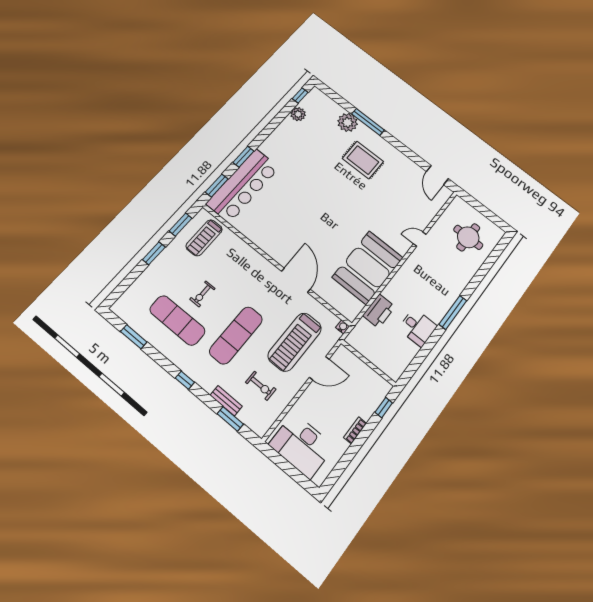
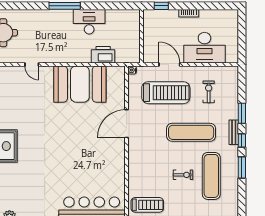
desk: (418, 327) -> (89, 22), width x1.37
window: (134, 337) -> (242, 168), moved
bench: (226, 401) -> (234, 132), moved
window: (230, 419) -> (242, 113), moved
desk: (302, 446) -> (204, 48), moved, turned 90

